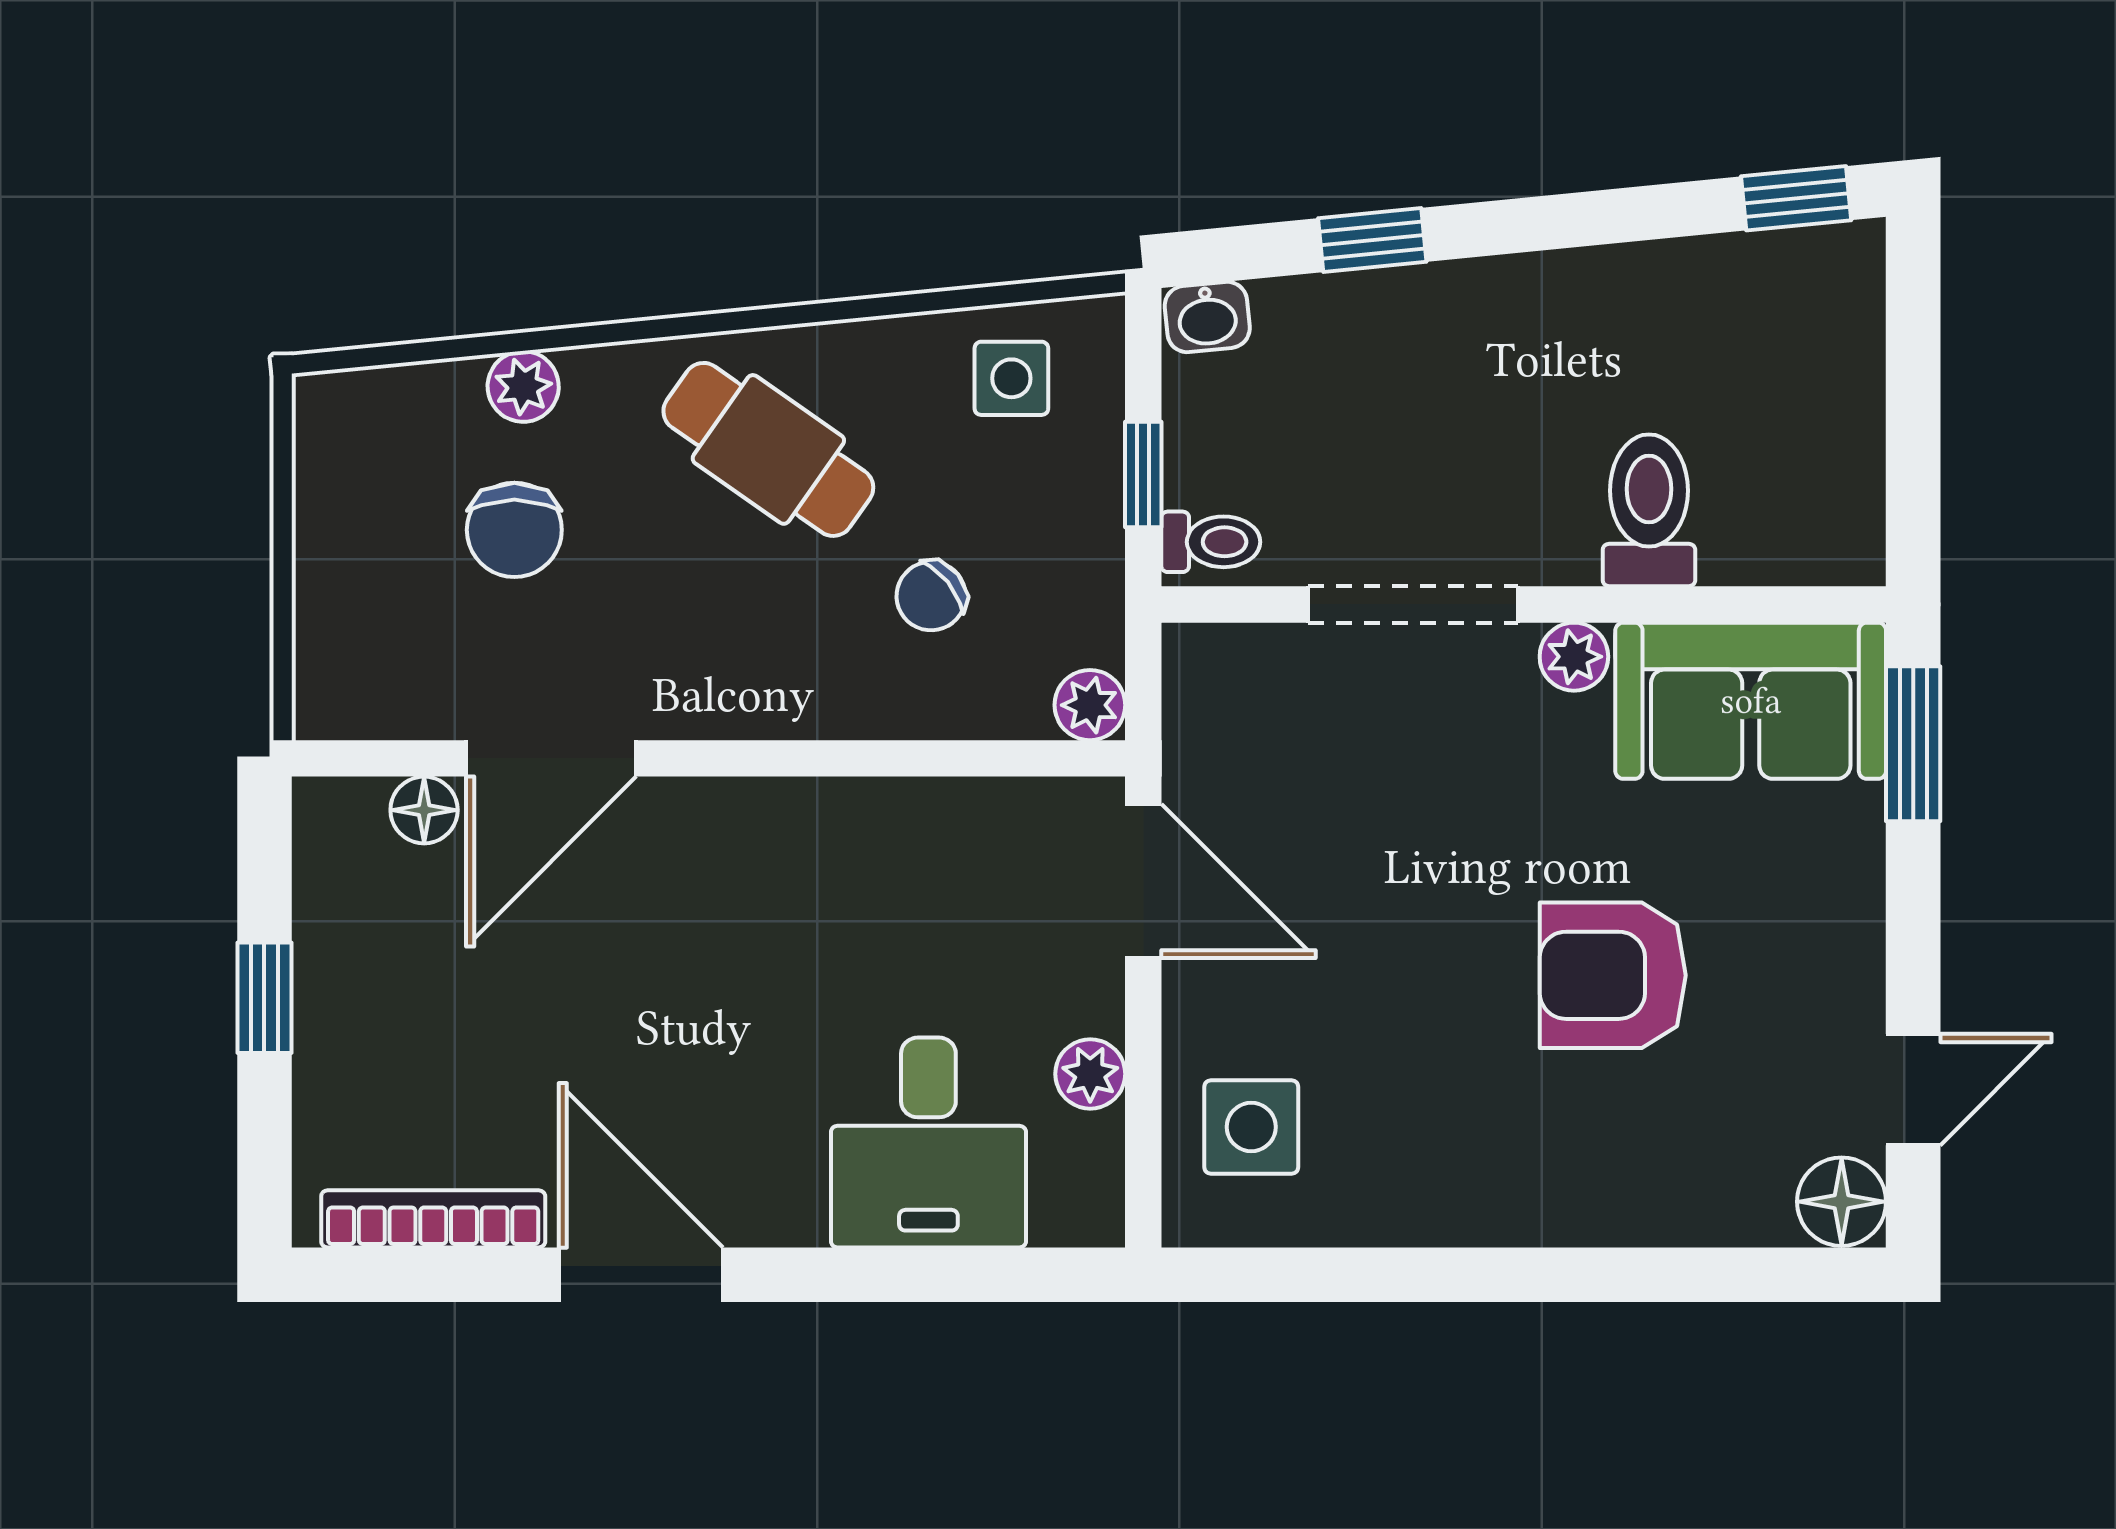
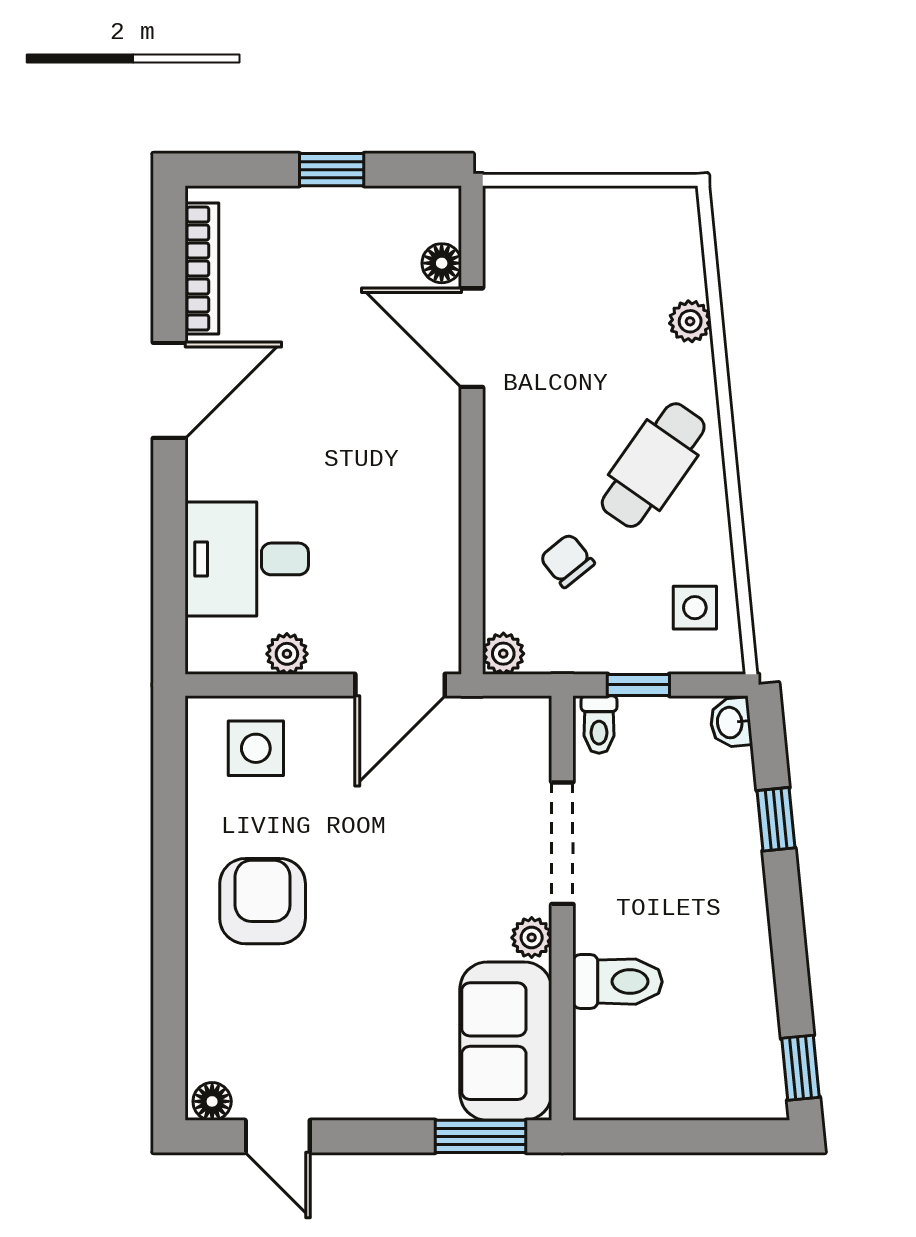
chair: (514, 530) -> (606, 316), removed
armchair: (1613, 975) -> (263, 901), moved
floor lamp: (1842, 1202) -> (212, 1101), width x0.73, depth x0.73

